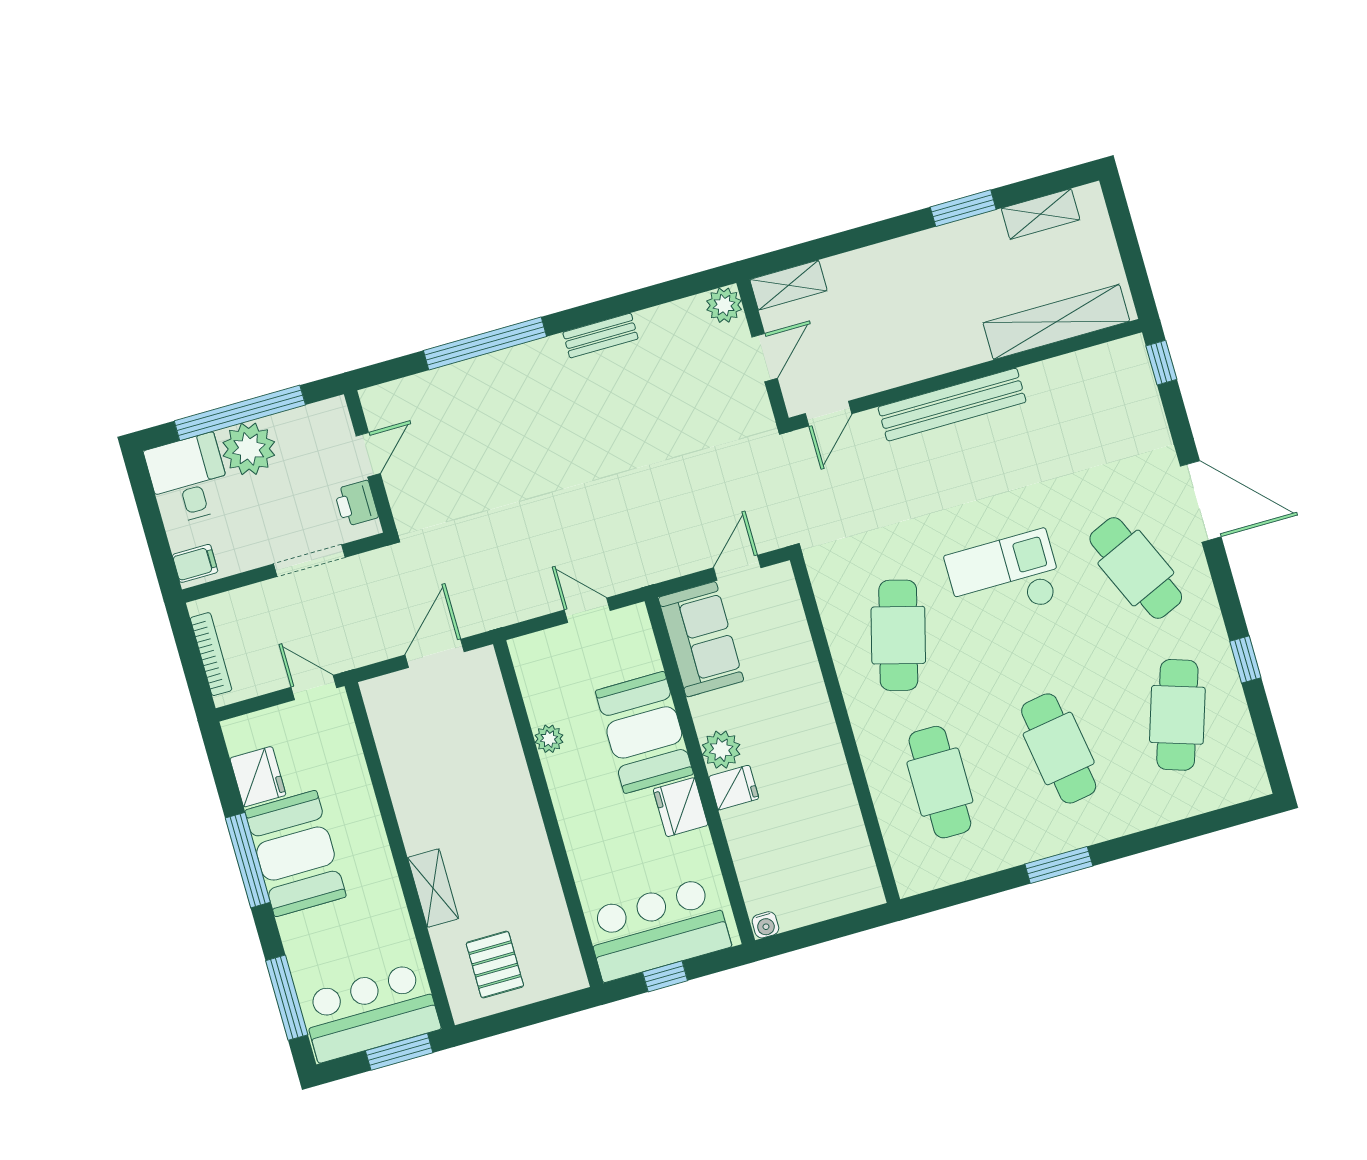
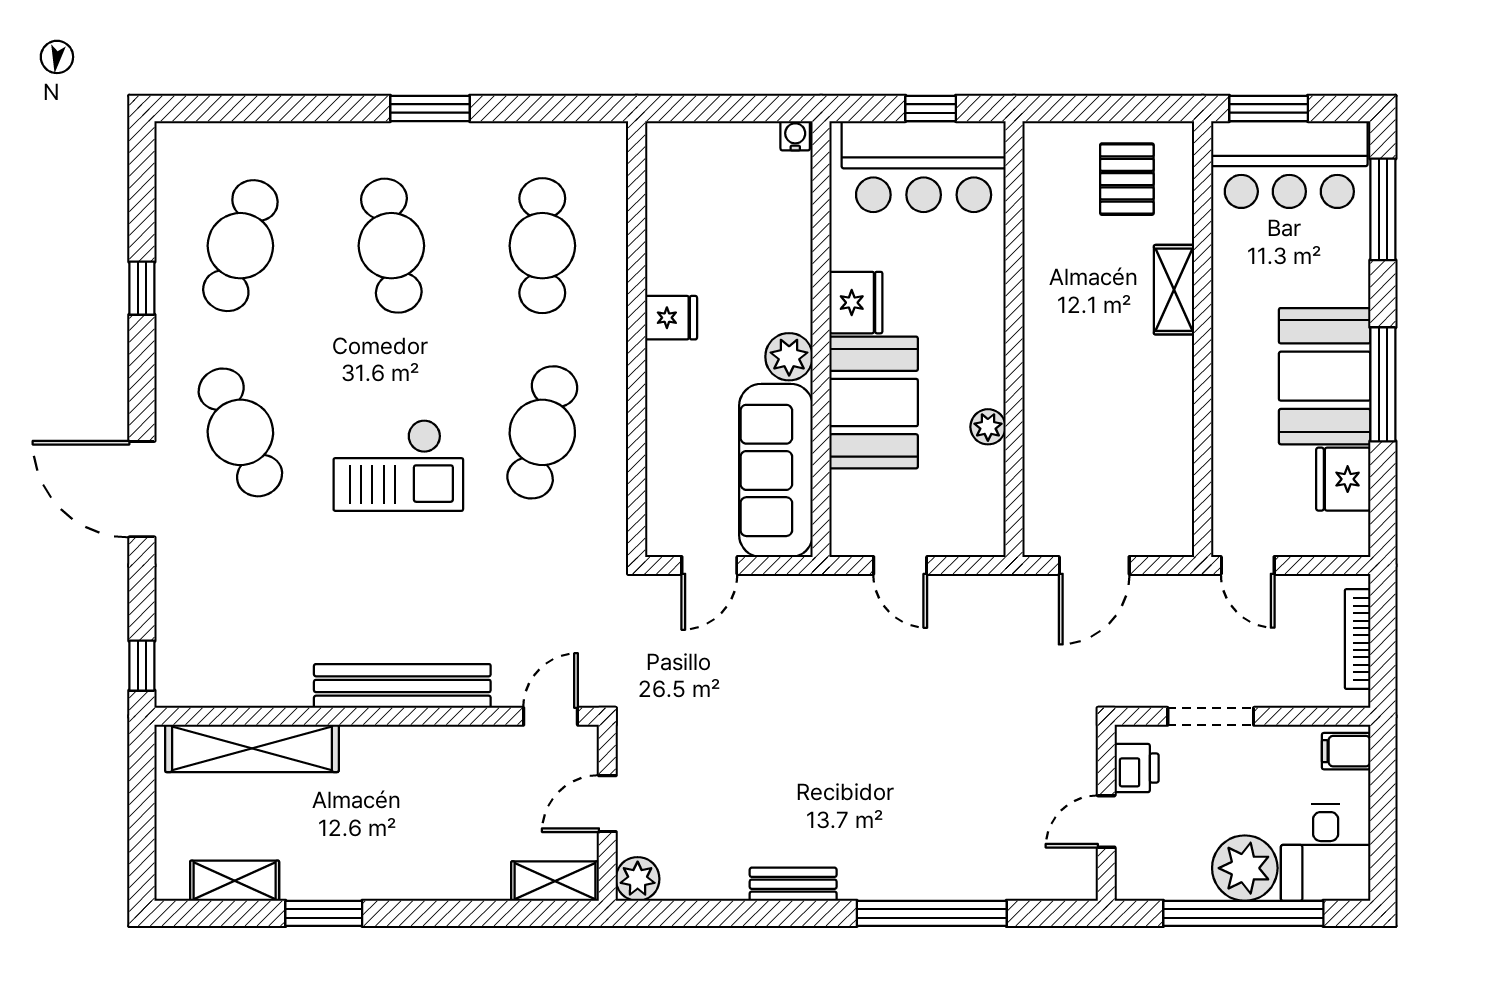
sofa: (701, 639) -> (776, 470), width x1.36
fridge: (734, 788) -> (671, 318), moved, turned 180

